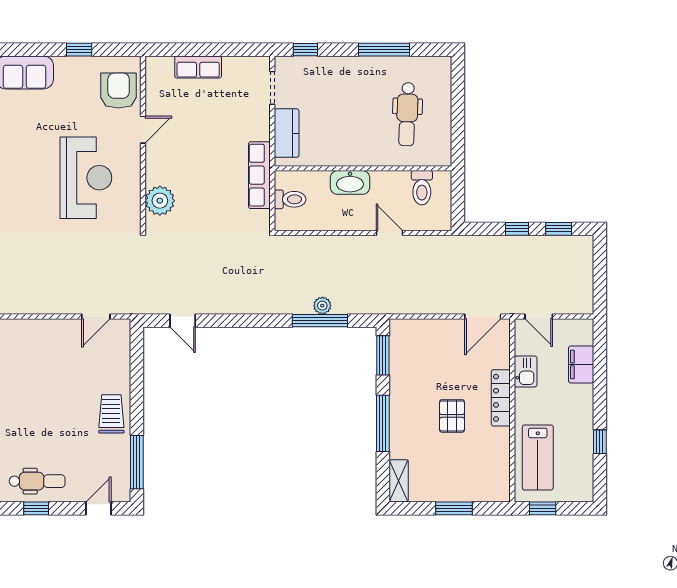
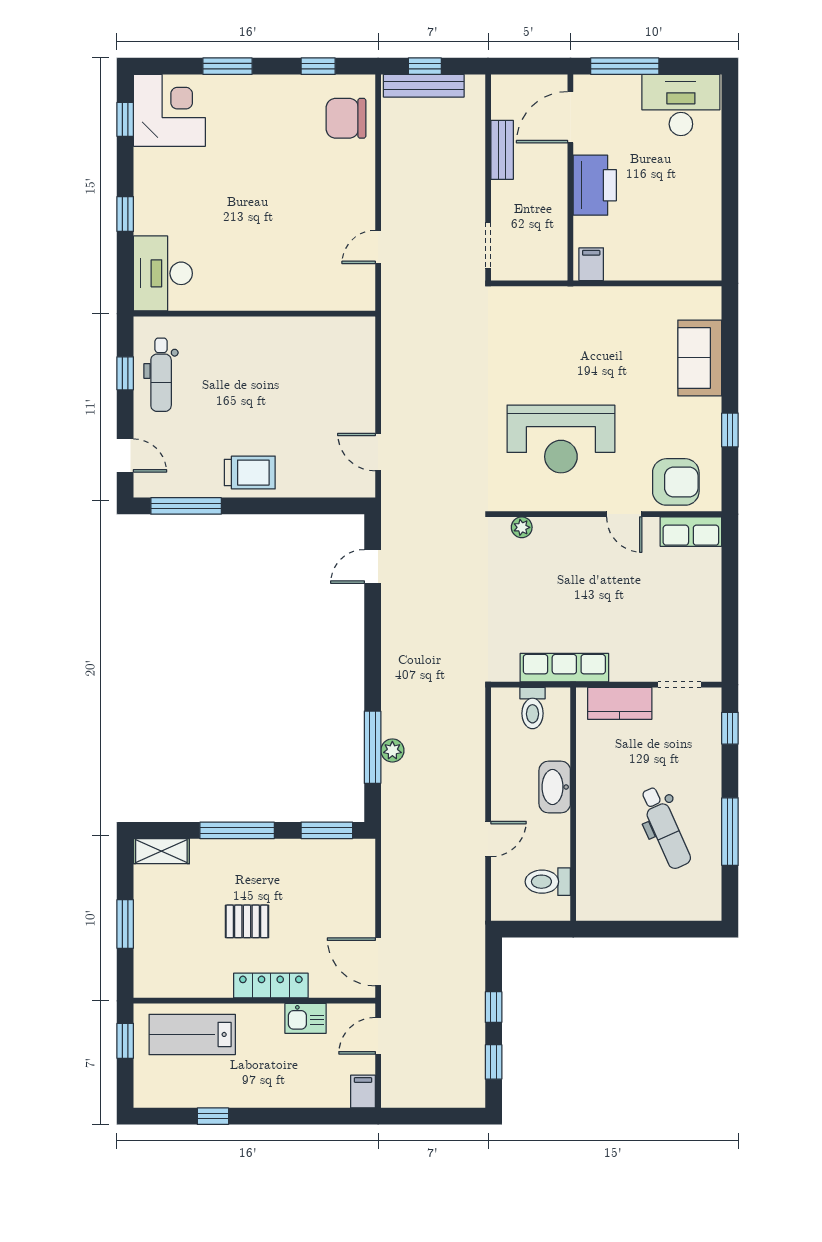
row of seats: (198, 67) -> (691, 532), moved, turned -90
dental chair: (407, 114) -> (665, 828), moved, turned -116
plant: (160, 201) -> (522, 527), width x0.53, depth x0.53
filing cabinet: (581, 364) -> (363, 1091), moved, width x0.50

